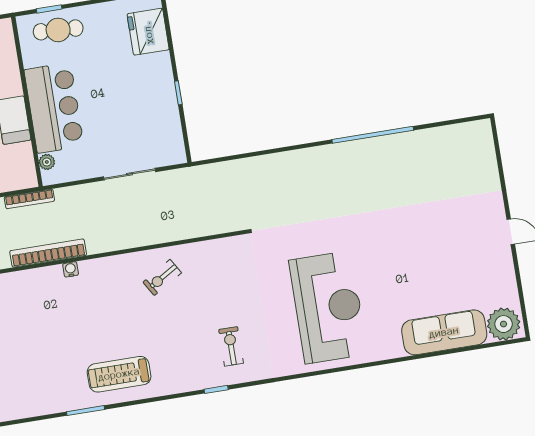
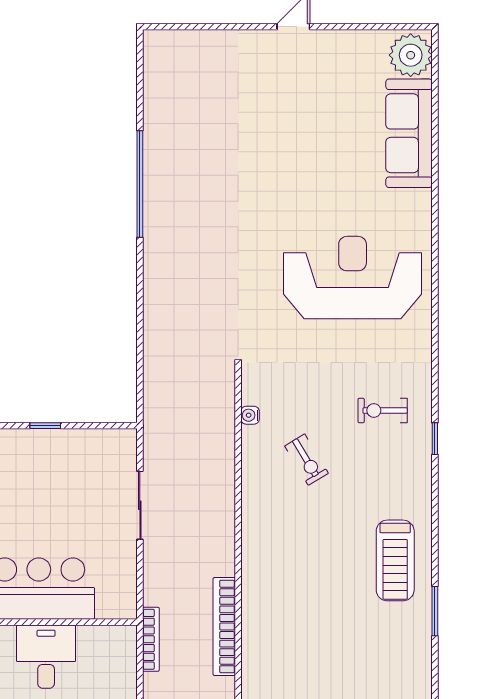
plant: (47, 162) -> (107, 609), removed
water cooler: (71, 269) -> (250, 415), moved
exercise bike: (162, 277) -> (307, 460), moved

